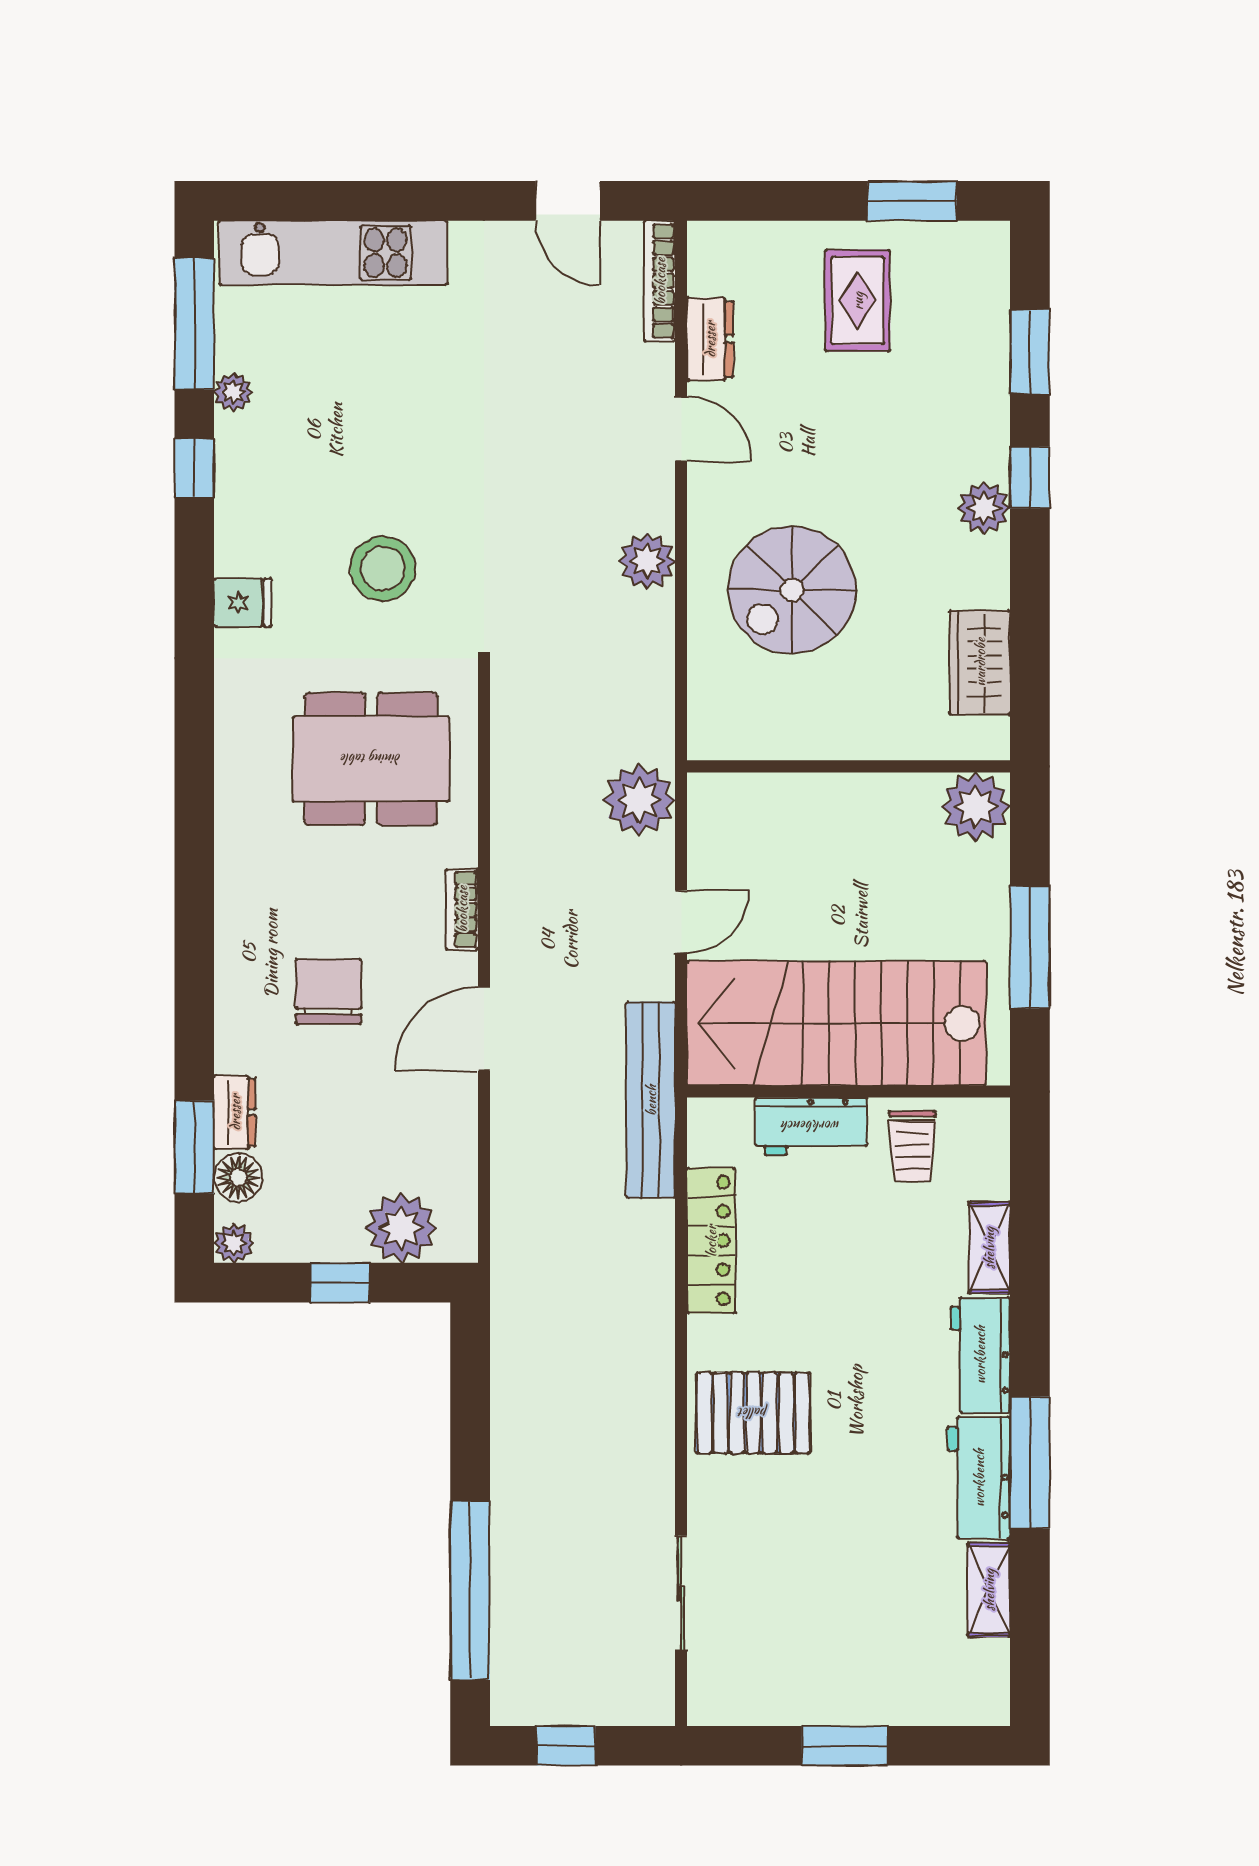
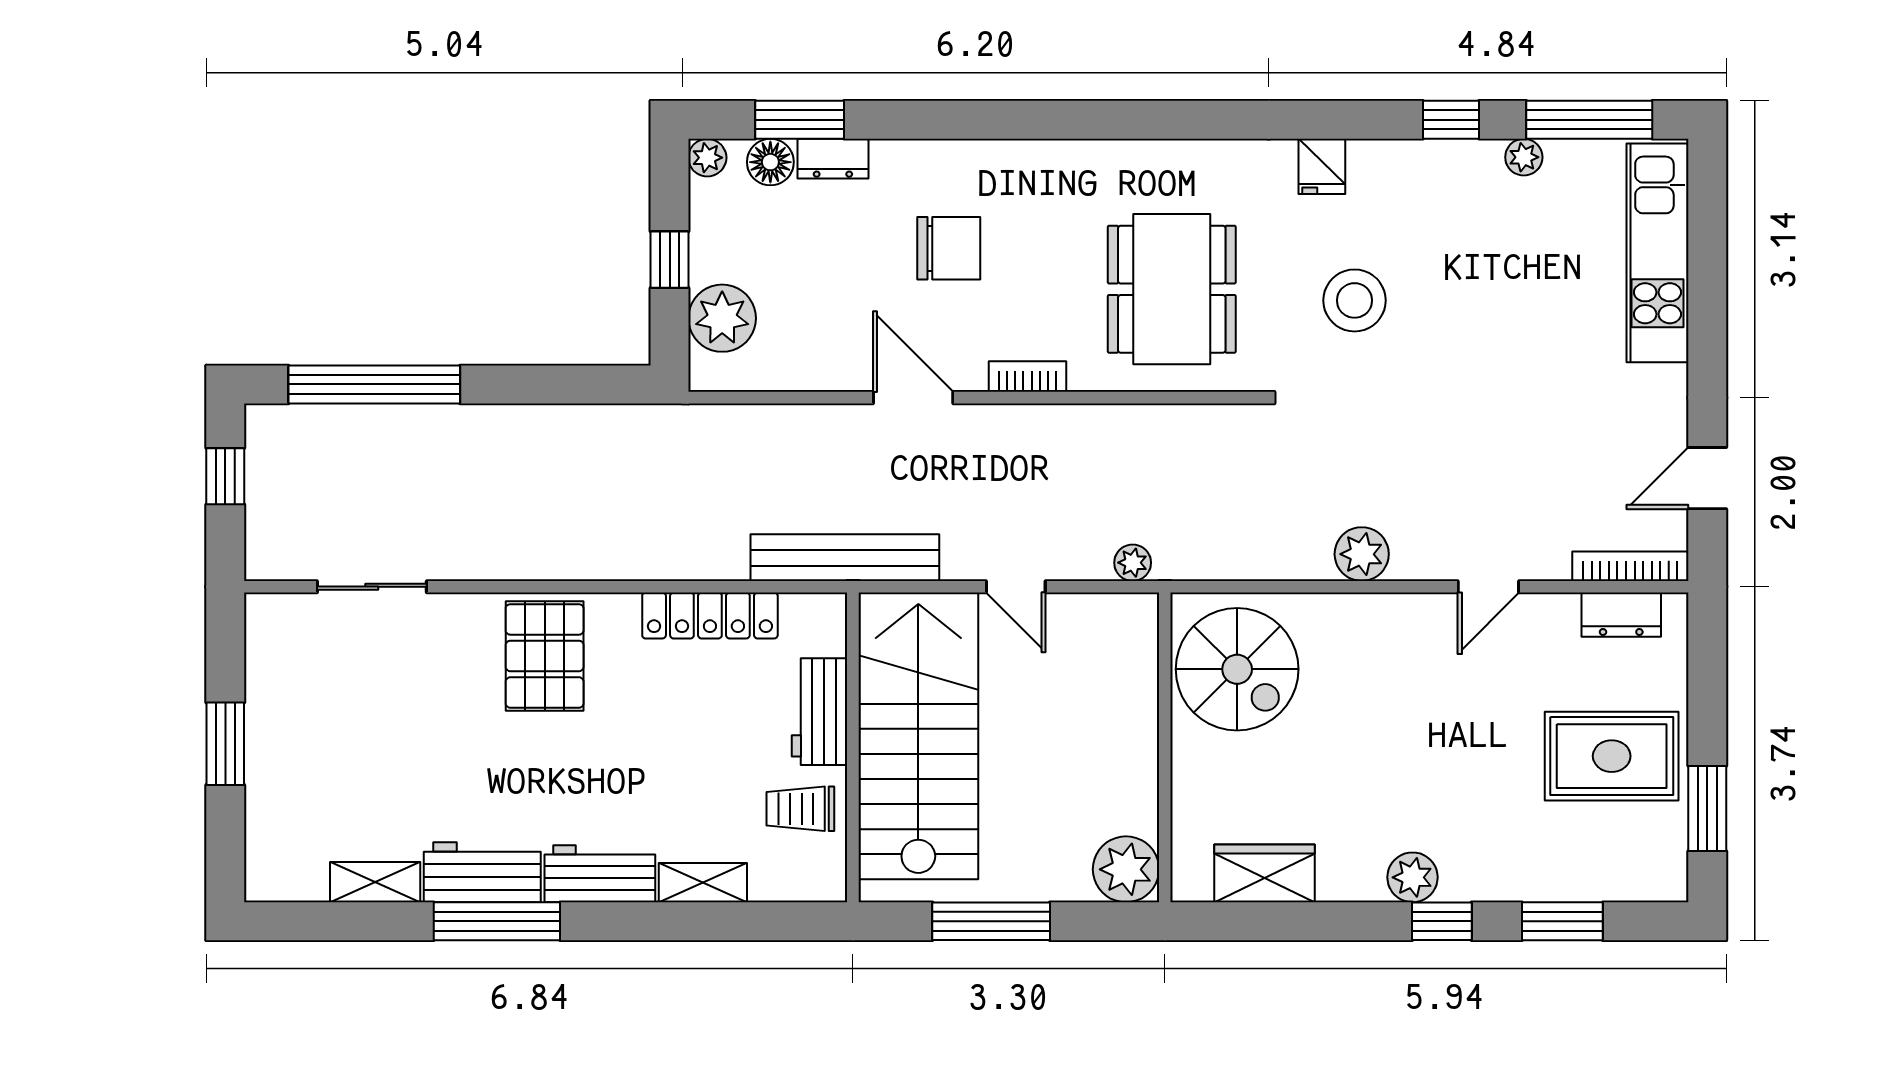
rug: (858, 301) -> (1612, 756), width x1.36, depth x1.43
dresser: (710, 339) -> (1621, 615), moved
spiral stairs: (792, 590) -> (1237, 669), moved, turned 180
plant: (639, 800) -> (1133, 563), width x0.53, depth x0.53

